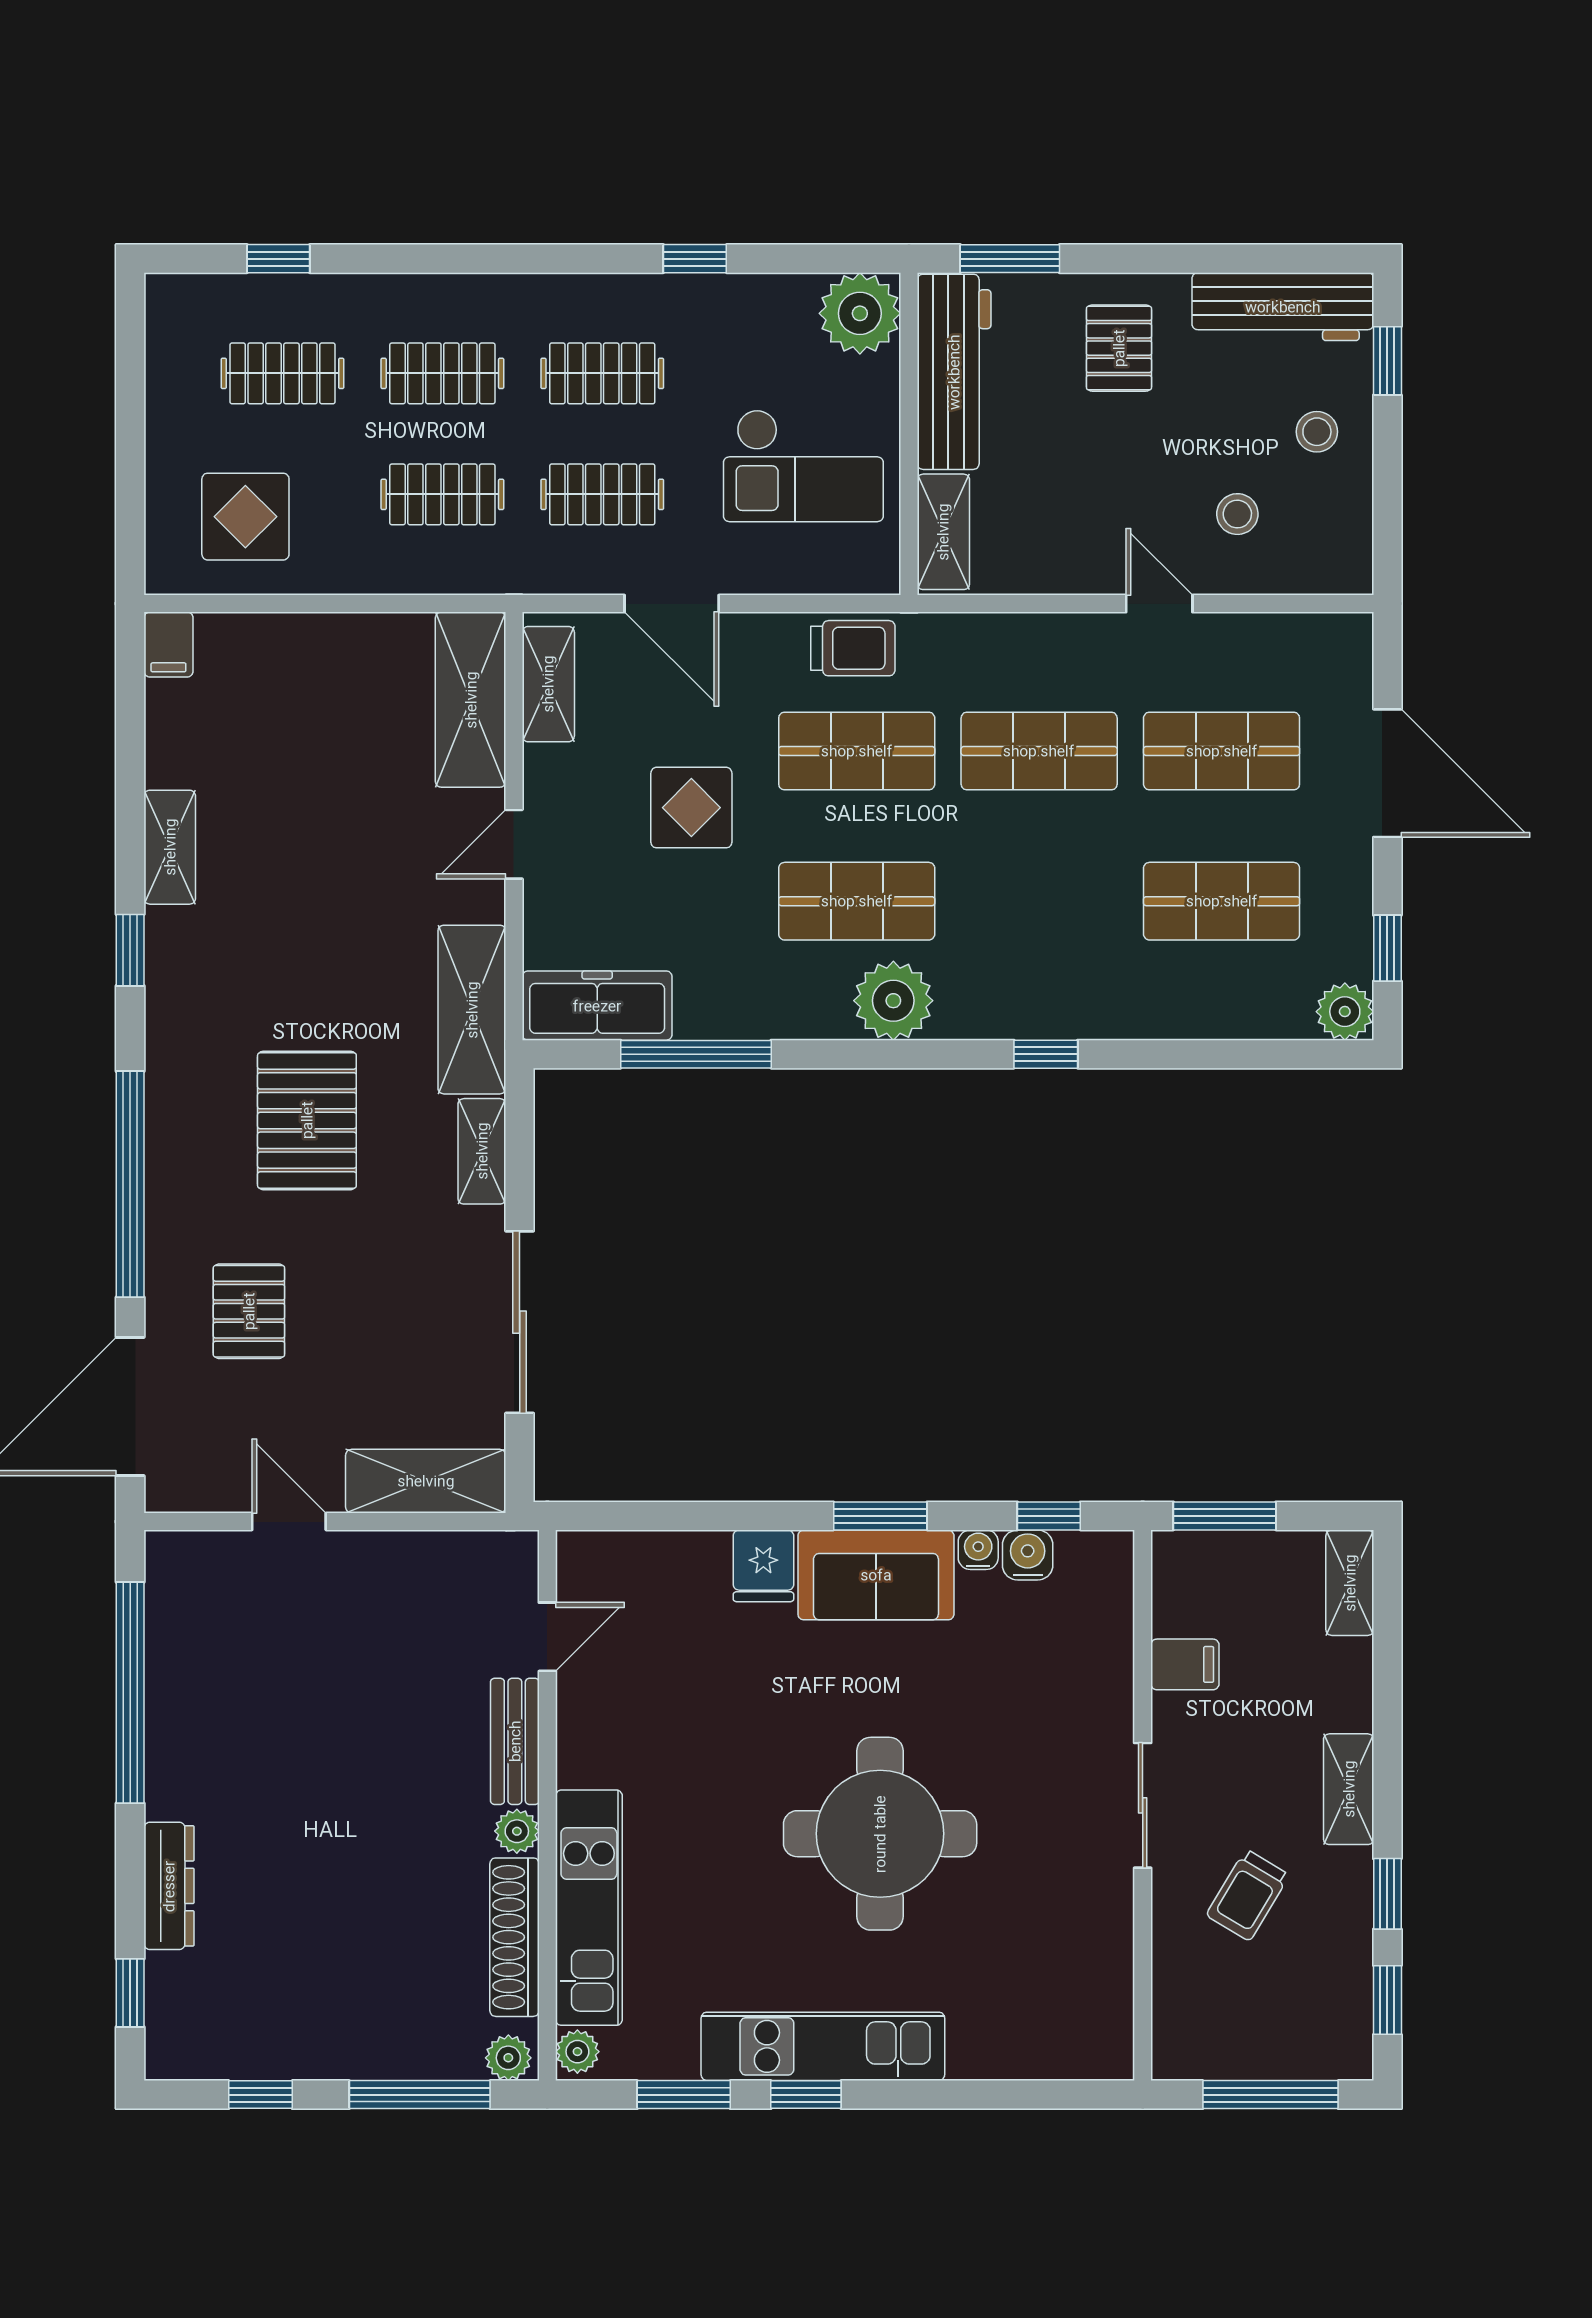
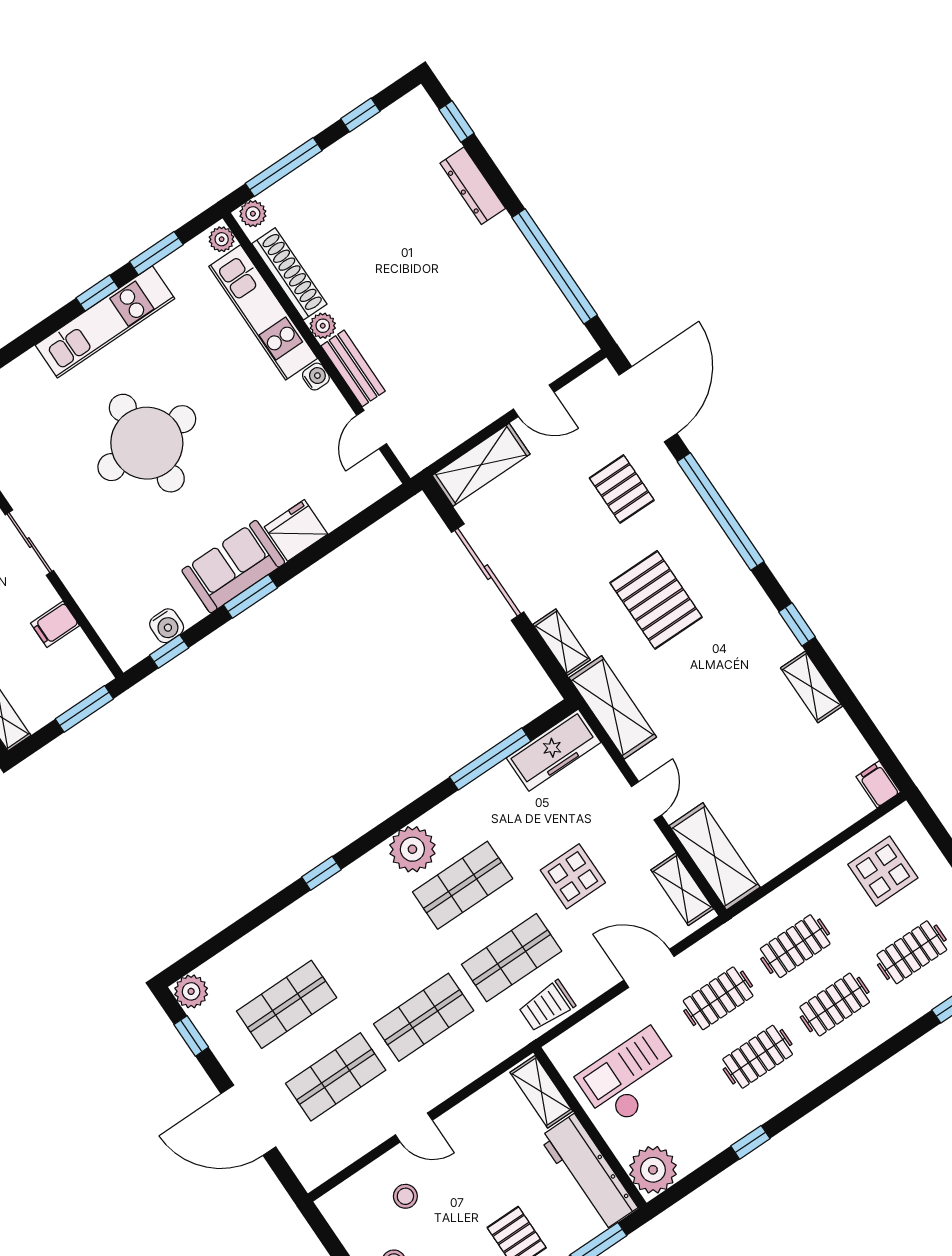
water cooler: (978, 1550) -> (316, 377), moved, turned -90
fridge: (763, 1566) -> (296, 530), width x1.38

